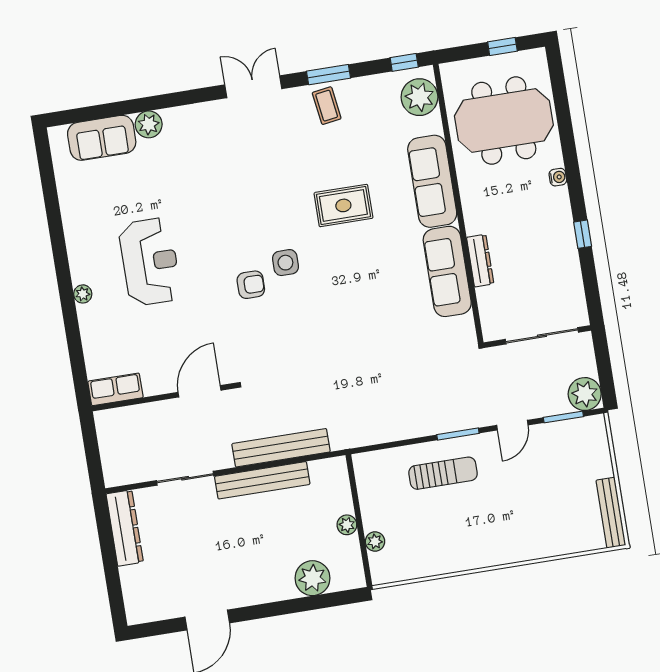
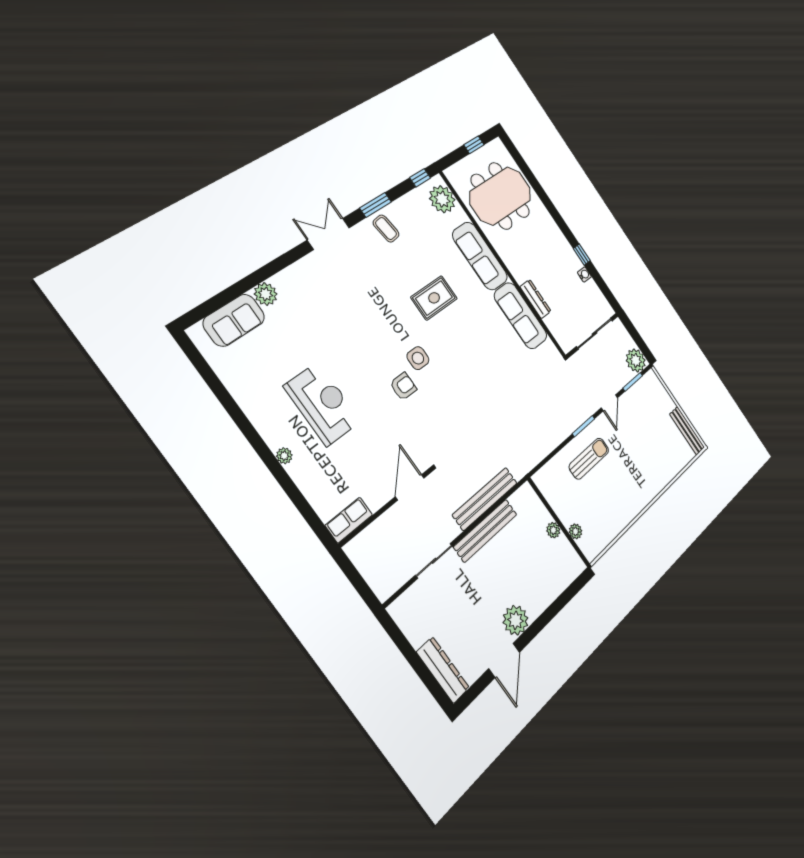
water cooler: (558, 177) -> (584, 275), moved
dresser: (125, 528) -> (443, 670), moved
plant: (312, 578) -> (516, 620), moved

